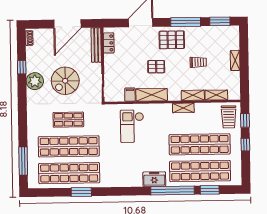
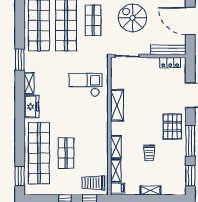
pallet: (156, 67) -> (145, 110), removed
filing cabinet: (130, 95) -> (118, 188), moved
shelving: (183, 108) -> (29, 83), moved
shop shelf: (200, 144) -> (66, 153), width x0.50, depth x0.74
window: (210, 190) -> (20, 176), moved
window: (172, 191) -> (20, 125), removed
window: (81, 192) -> (20, 60), moved

